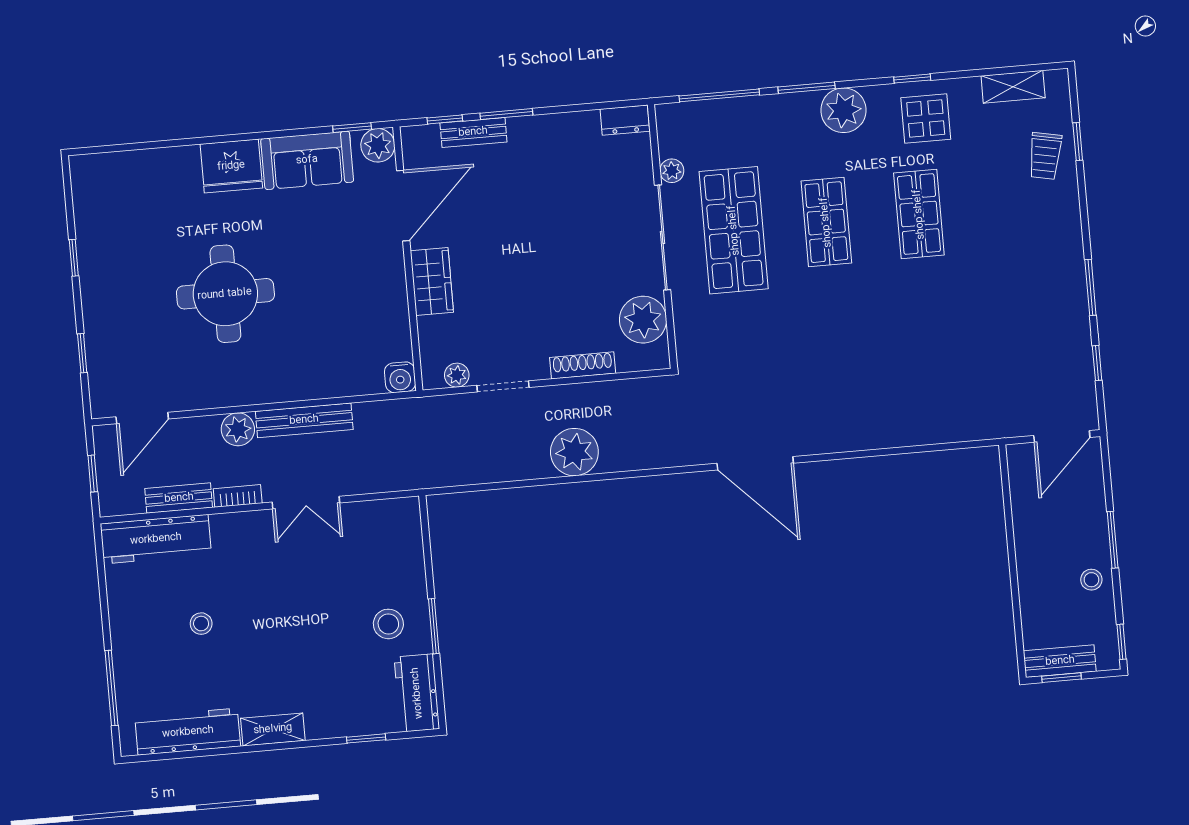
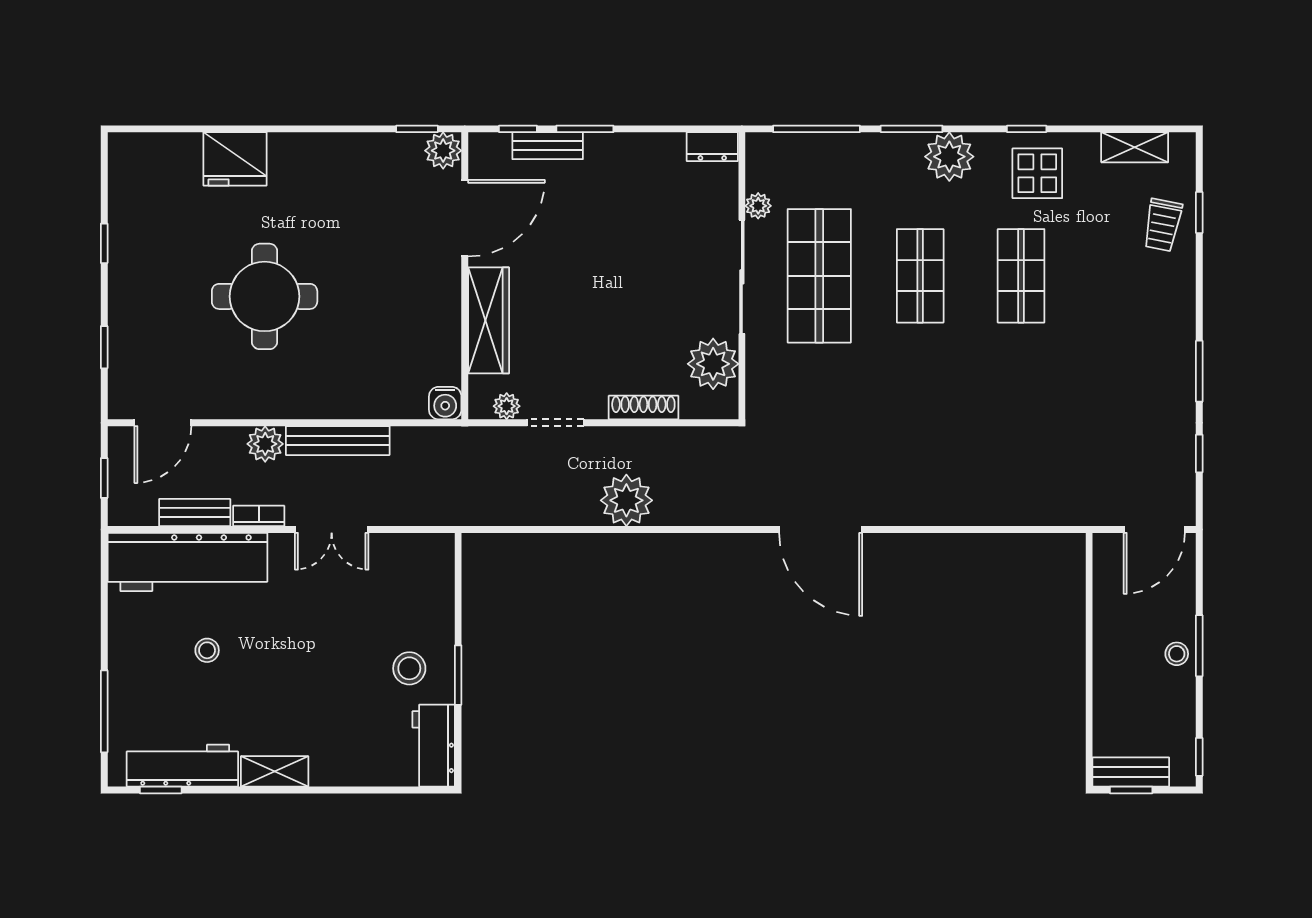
sofa: (307, 160) -> (365, 160), removed
fridge: (231, 166) -> (235, 159), moved
wardrobe: (432, 282) -> (489, 320), width x1.50
workbench: (156, 539) -> (187, 562), width x1.36, depth x1.32
stool: (1091, 580) -> (1177, 654), moved
window: (366, 738) -> (161, 790), moved

